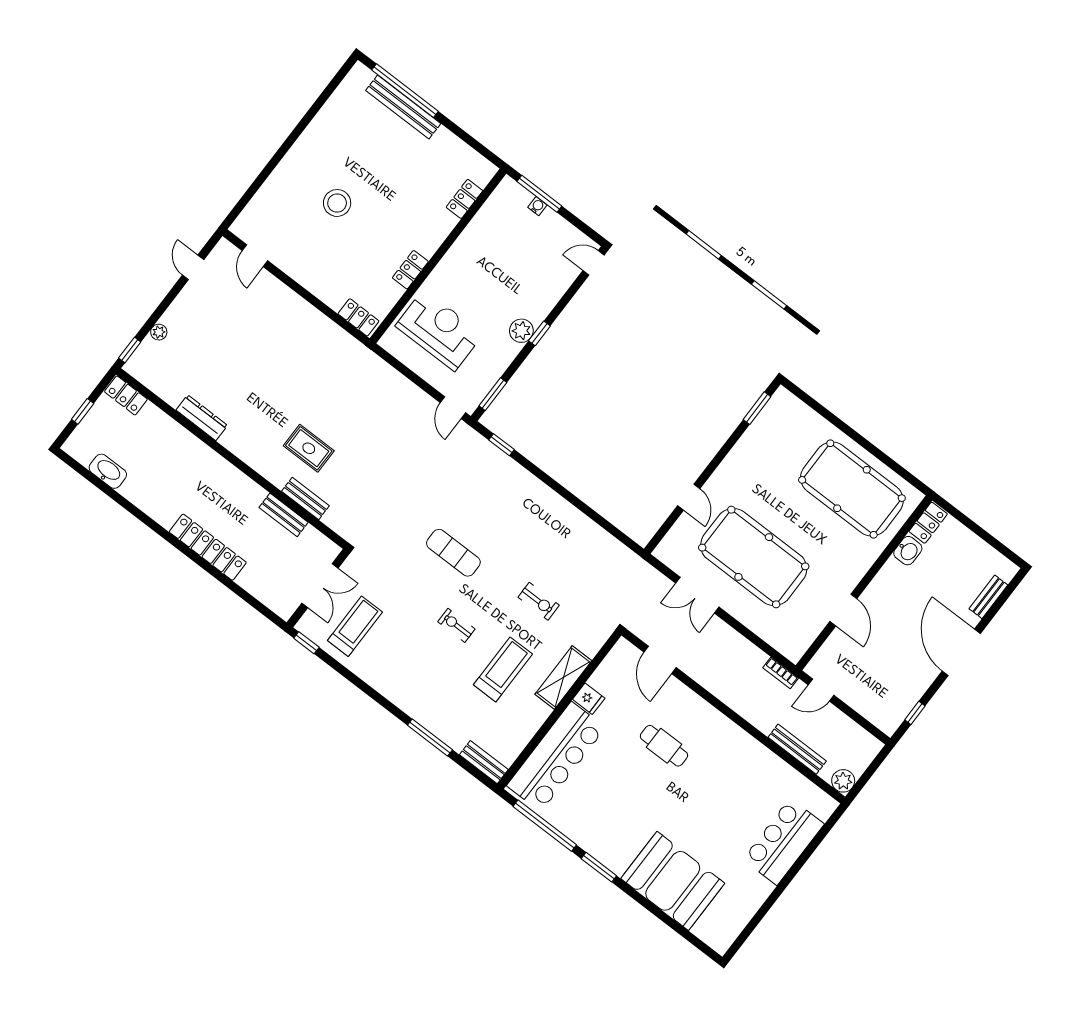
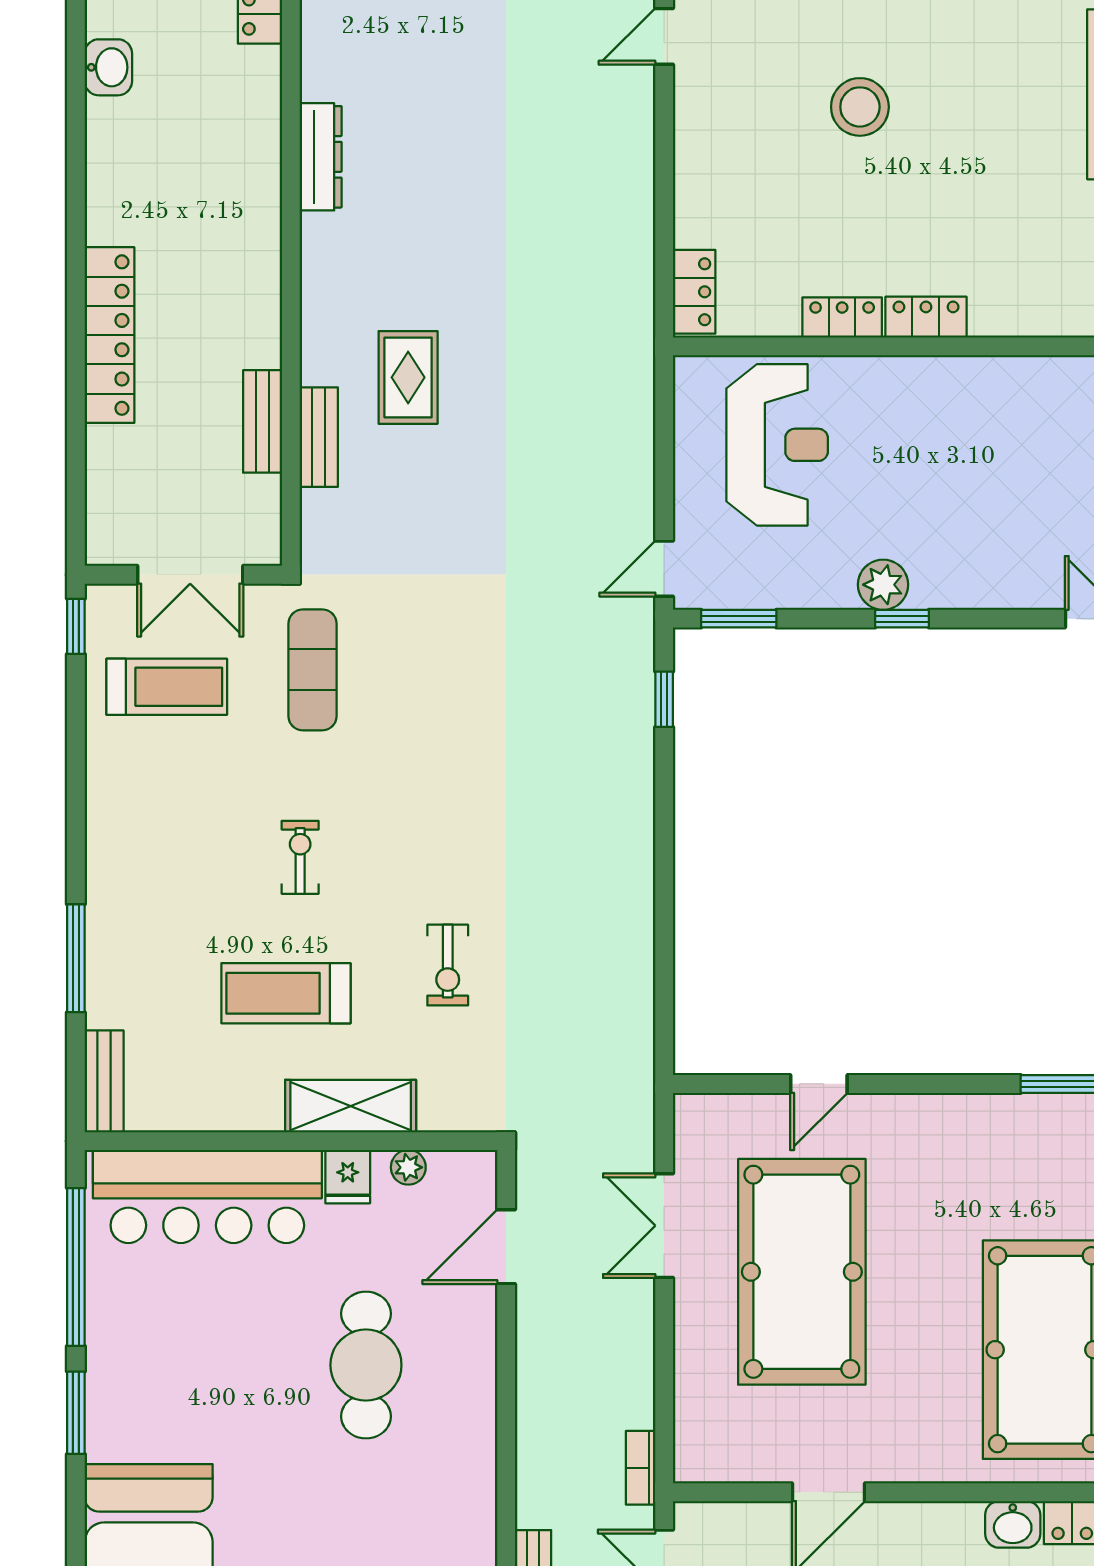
locker: (464, 199) -> (926, 317), moved
washbasin: (108, 471) -> (108, 67), width x0.72
exercise mat: (453, 553) -> (312, 670), moved
treadmill: (503, 669) -> (286, 993), turned 180
plant: (603, 674) -> (408, 1167), added
cafe table: (664, 746) -> (366, 1365), width x1.37, depth x1.35

